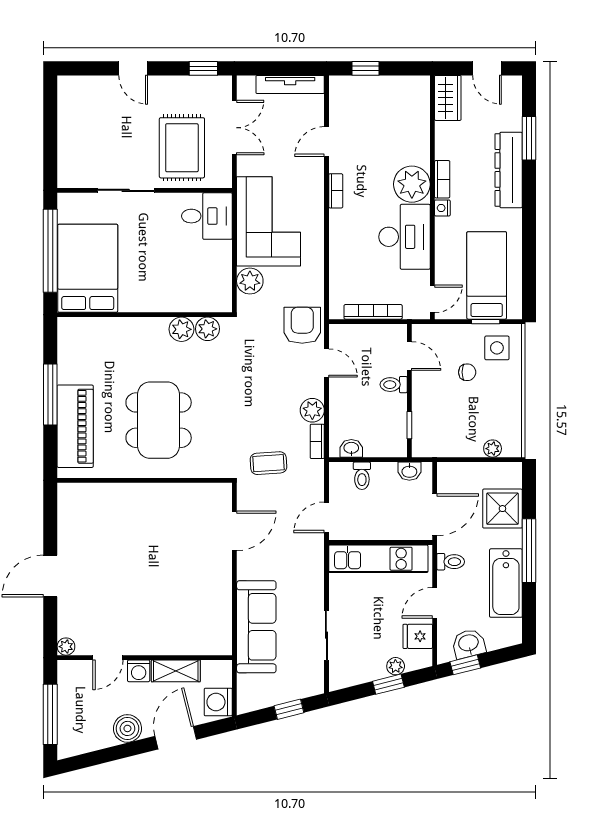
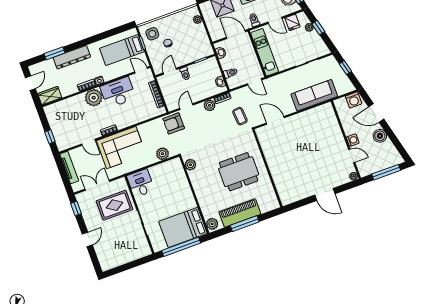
corner sofa: (269, 221) -> (121, 147), moved, turned 180
plant: (181, 329) -> (212, 224), moved
piano: (75, 426) -> (240, 213), moved
shelving: (176, 671) -> (347, 124), removed

